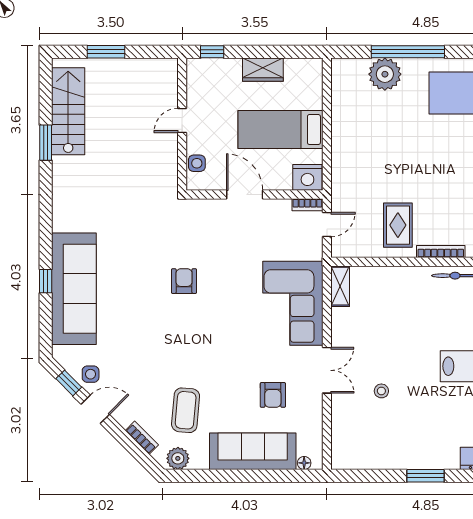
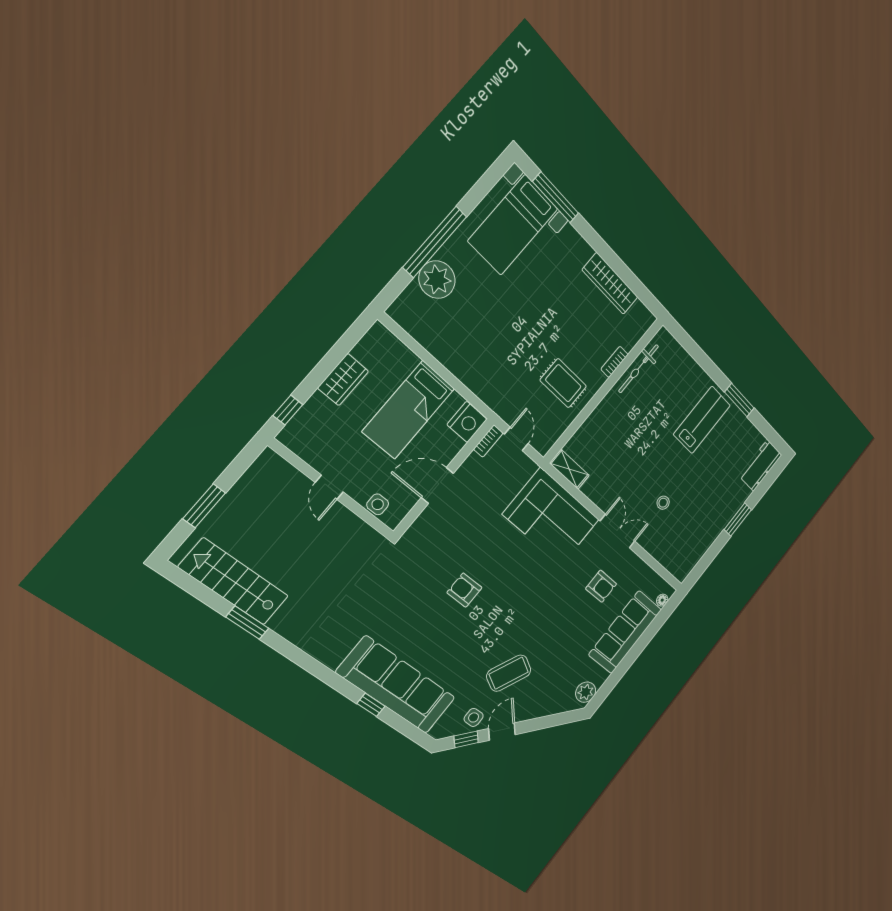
bookcase: (441, 252) -> (614, 362), width x0.64
coffee table: (186, 410) -> (509, 673), moved, turned -68
bookcase: (142, 438) -> (550, 709), removed

